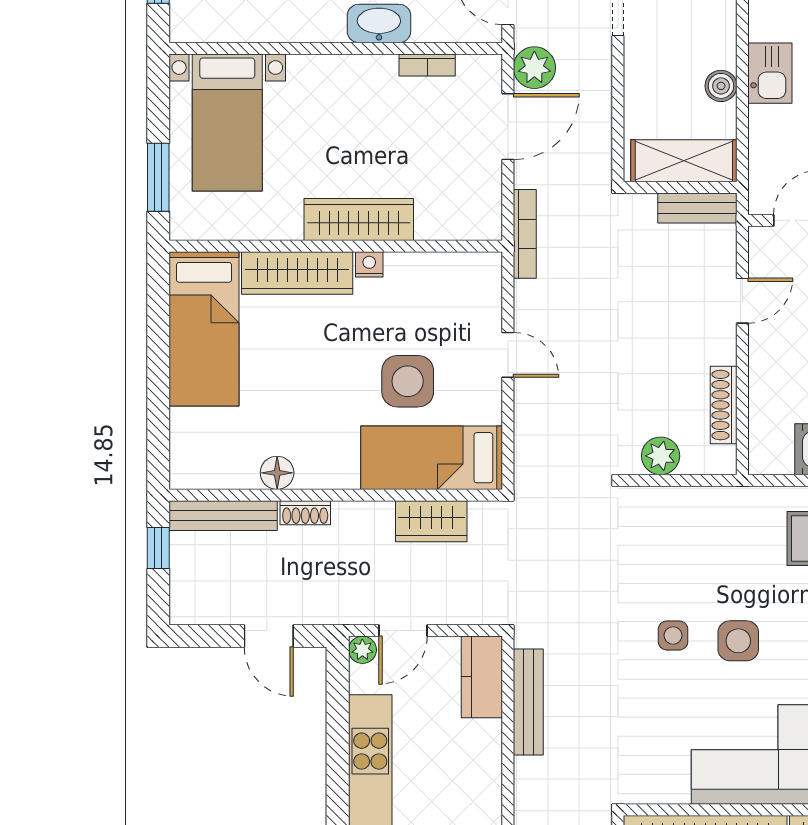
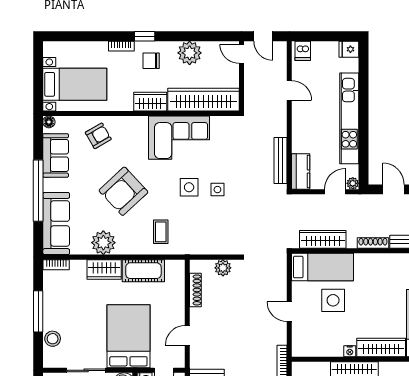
floor lamp: (277, 473) -> (390, 260), removed
shoe rack: (305, 513) -> (373, 243), width x1.43
wardrobe: (431, 521) -> (323, 239), width x1.50

